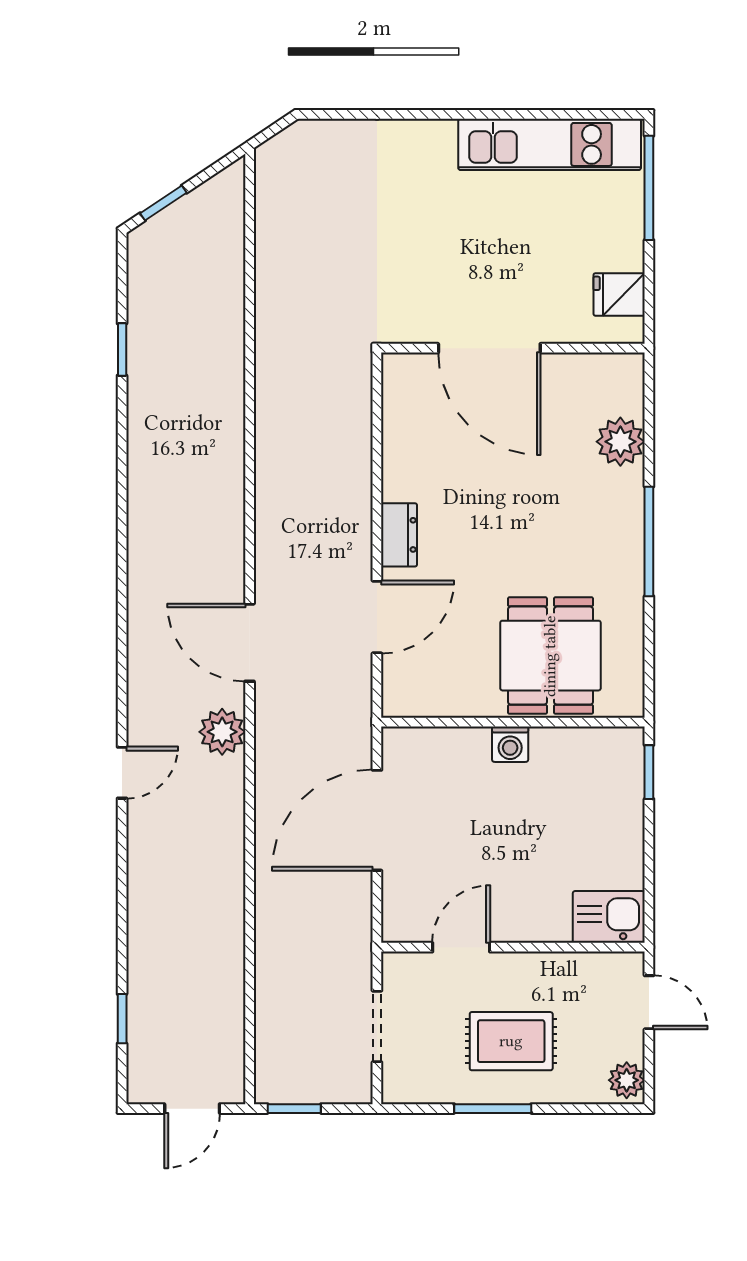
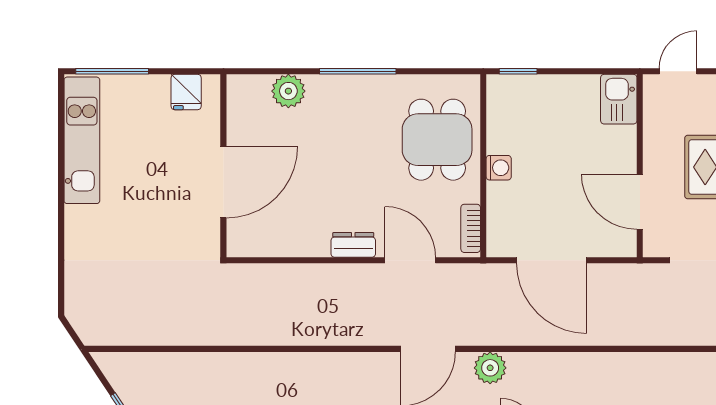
dining table: (550, 656) -> (437, 140), turned 90
bookcase: (423, 704) -> (471, 228), added
door: (461, 947) -> (640, 202), width x1.38

